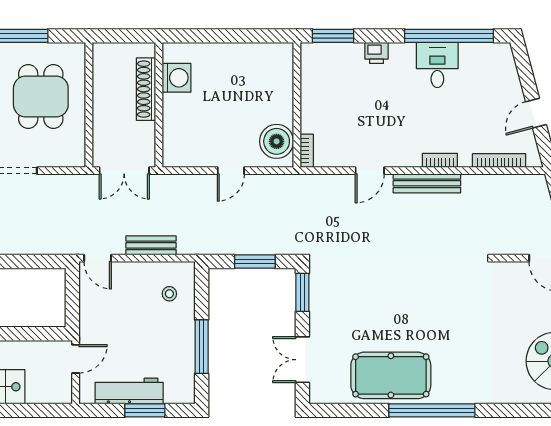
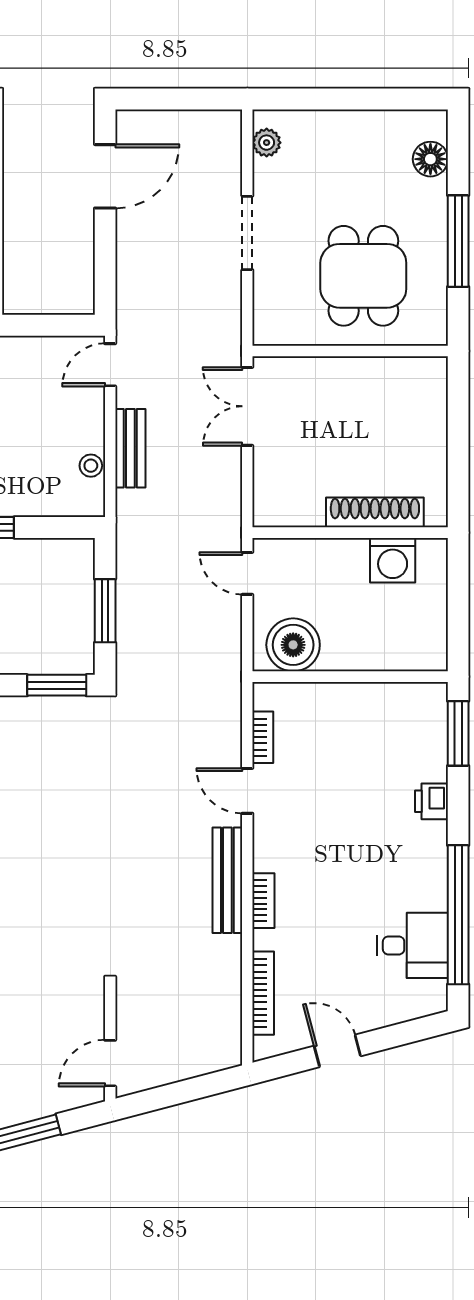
desk: (437, 65) -> (413, 945), moved
washing machine: (177, 78) -> (393, 560), moved
shoe rack: (146, 89) -> (375, 512), moved
dining table: (41, 96) -> (363, 276), turned 90
wall: (159, 105) -> (350, 533), moved
bookcase: (307, 151) -> (263, 737), moved, turned -90
stool: (169, 294) -> (91, 466), moved

